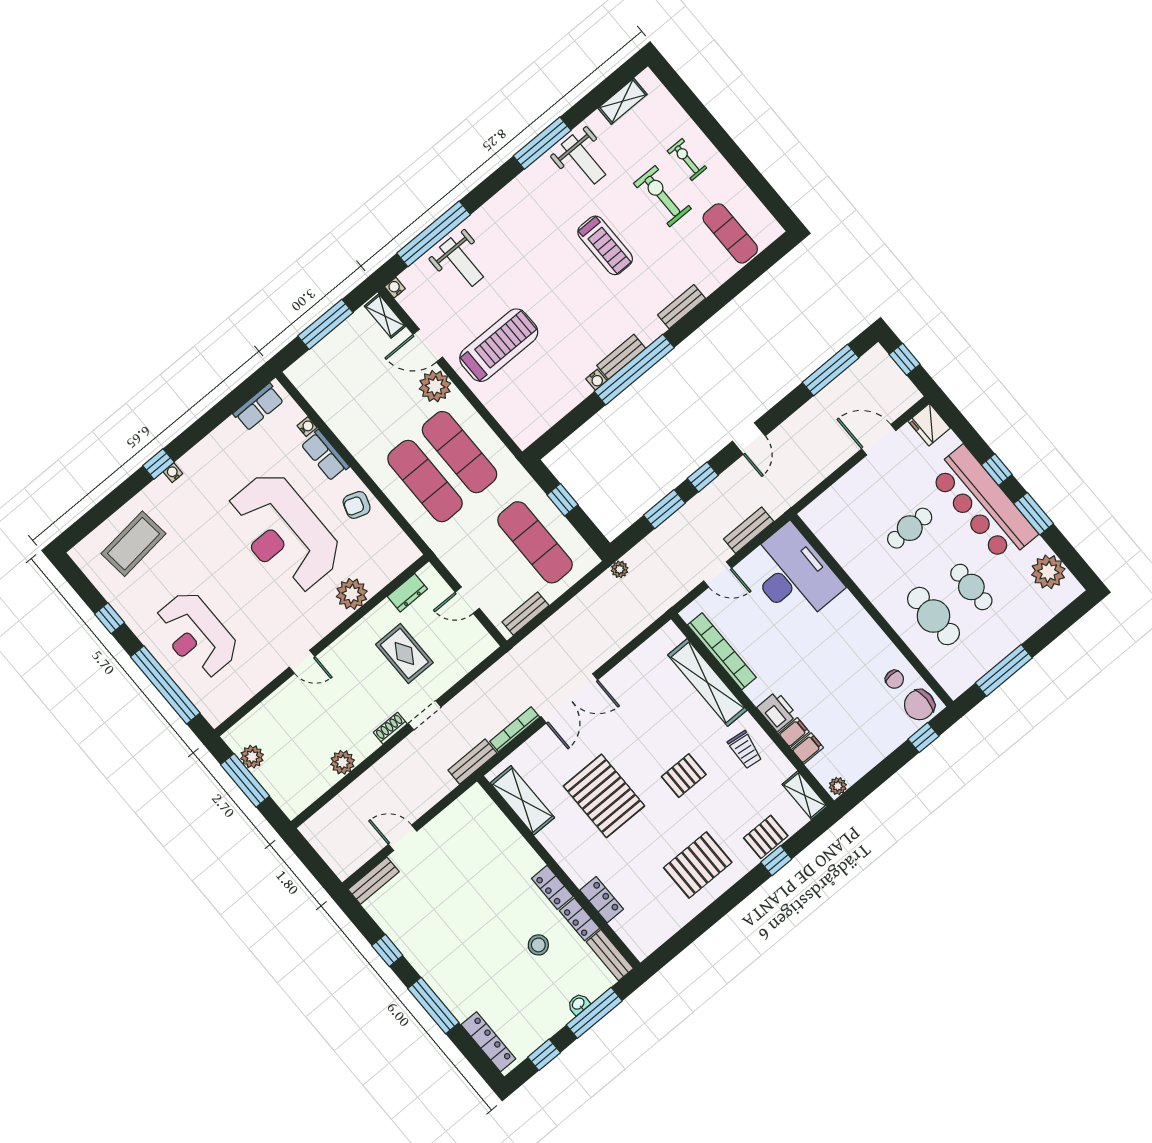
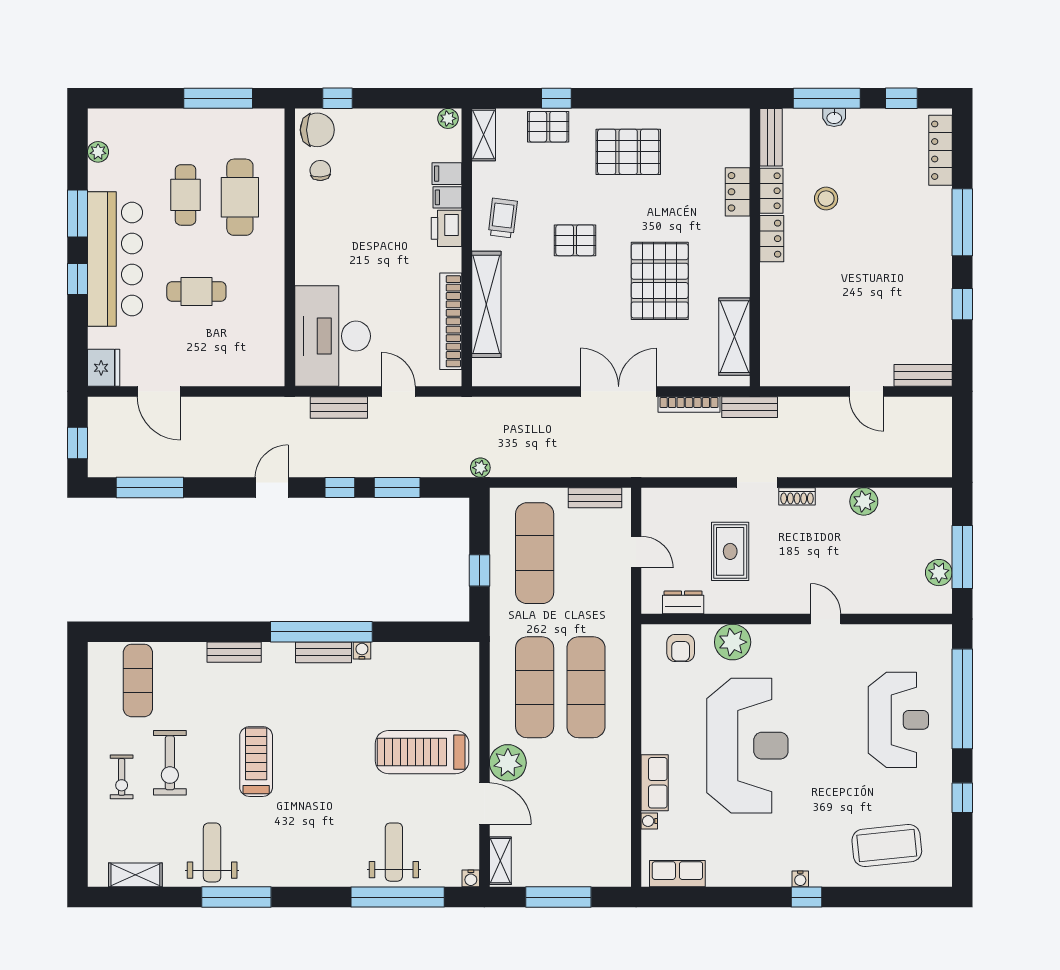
armchair: (357, 505) -> (681, 648), moved, turned 71
plant: (1048, 572) -> (98, 152), width x0.53, depth x0.53

